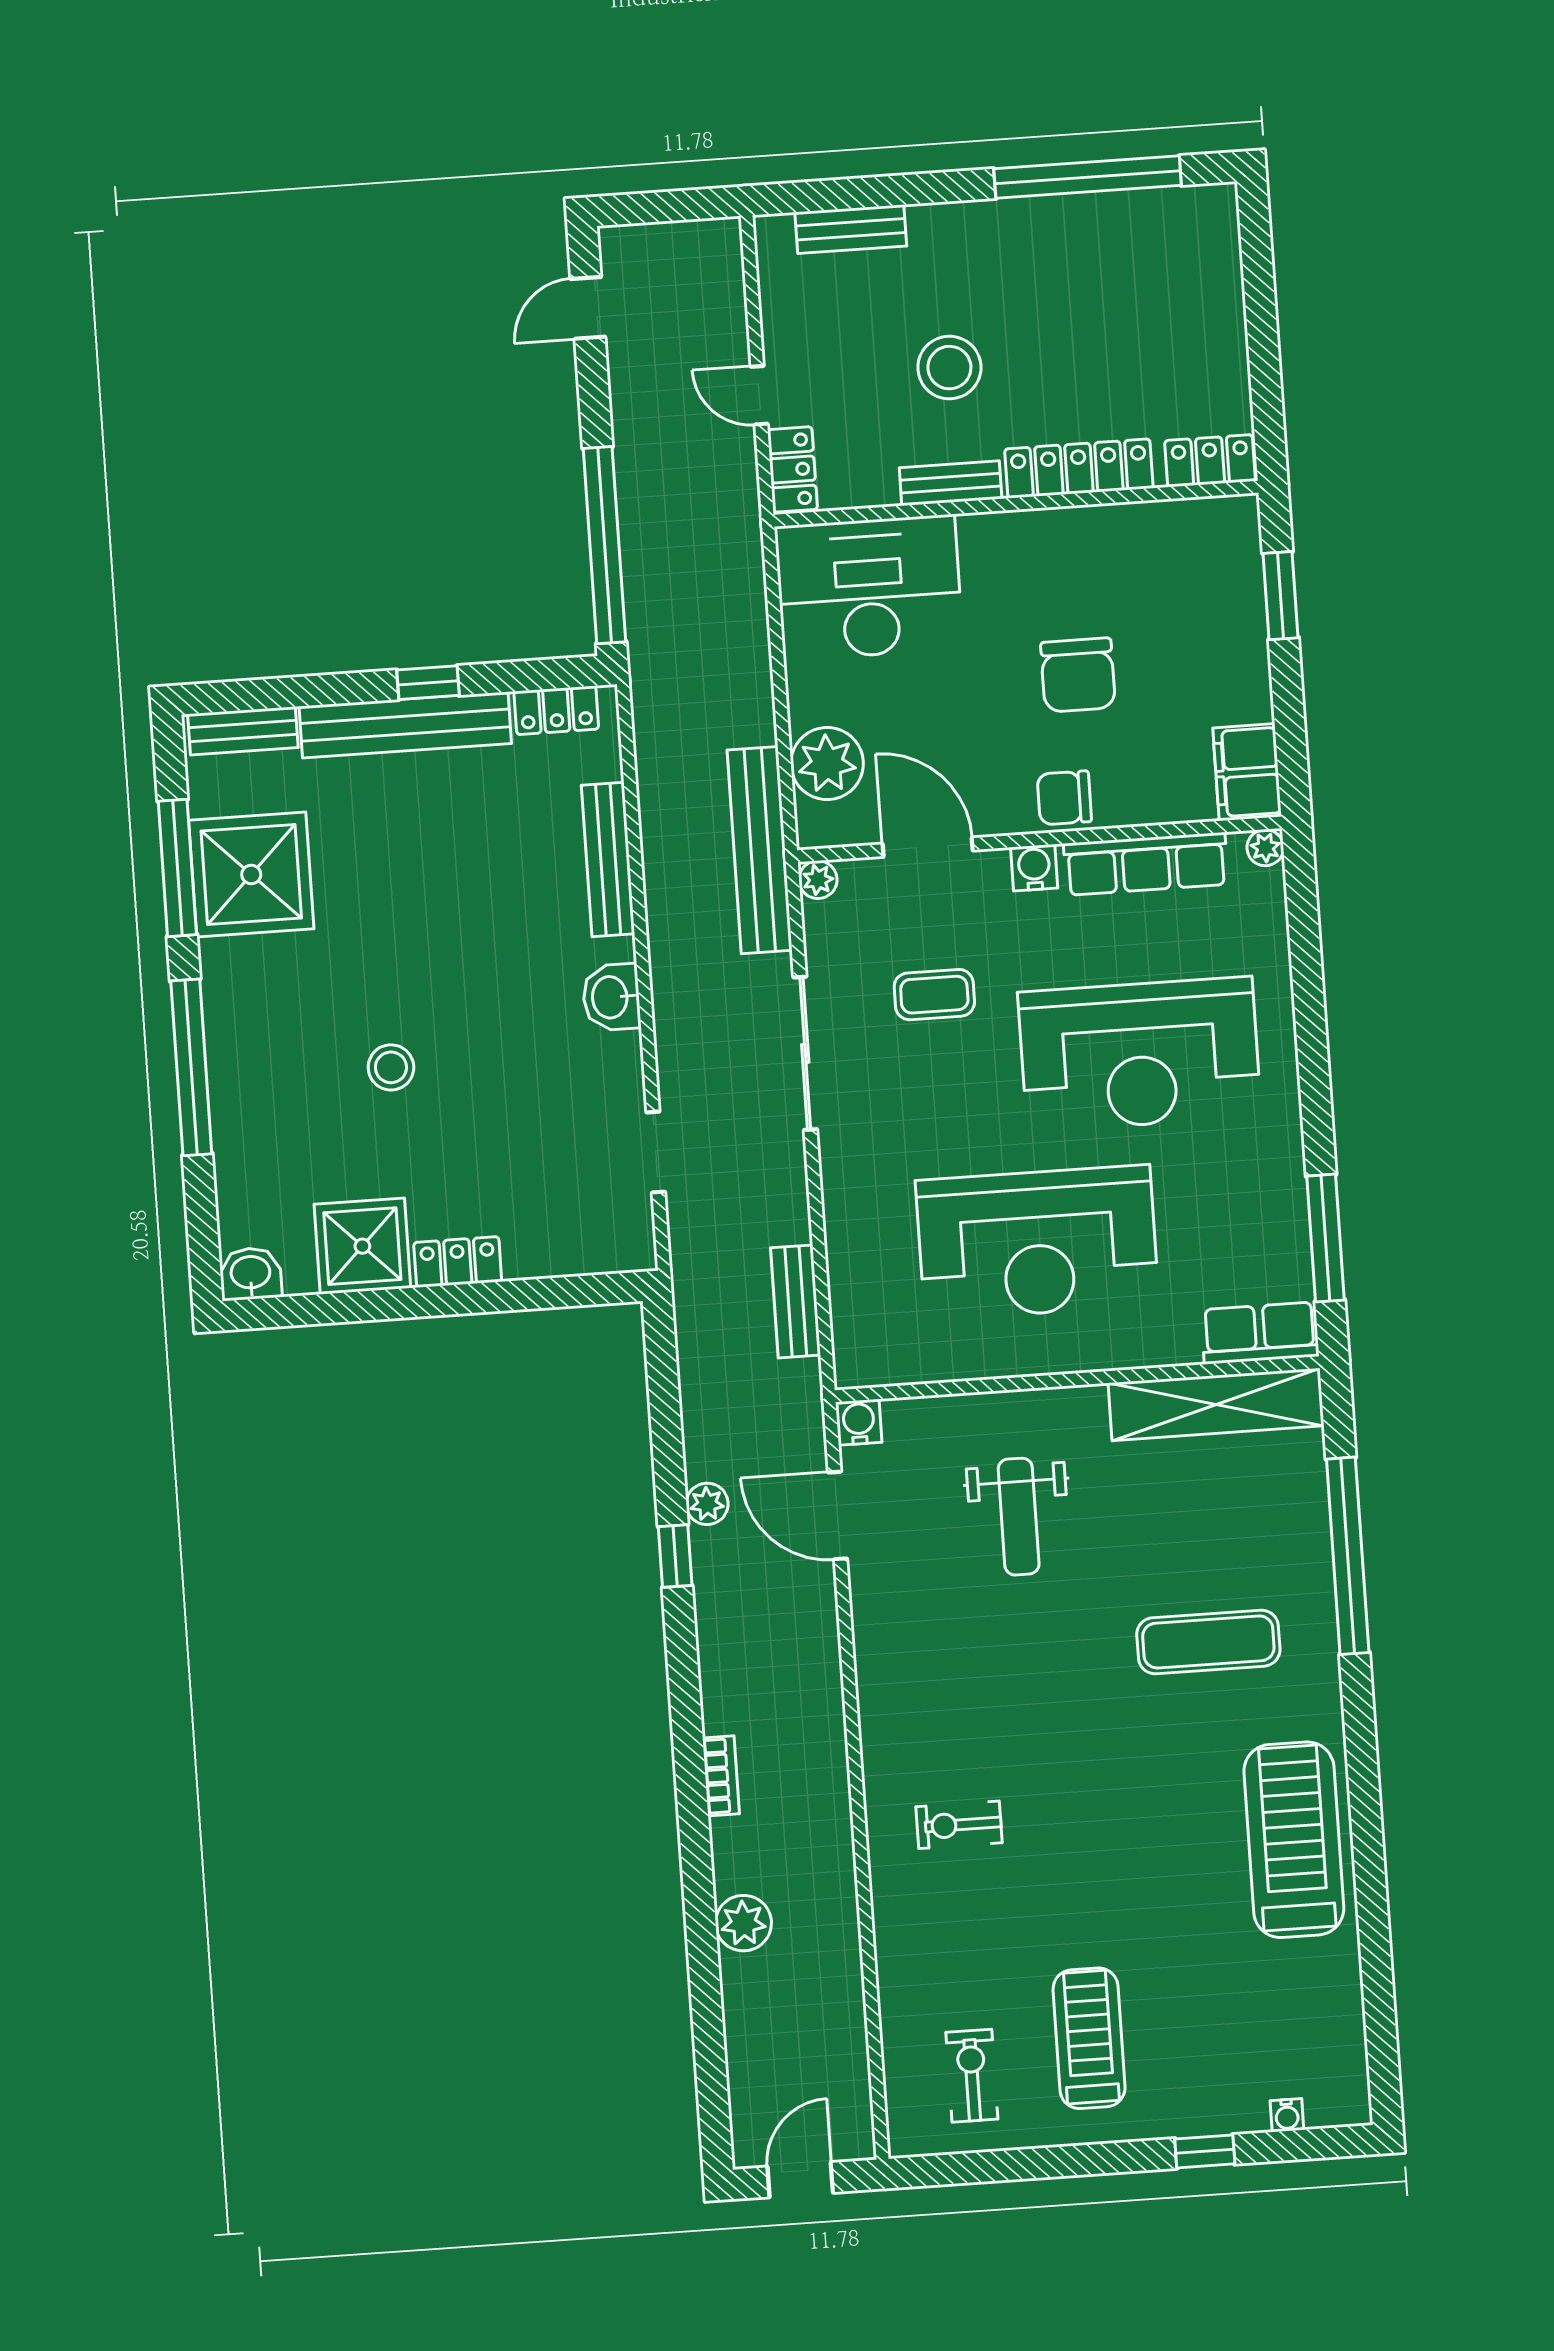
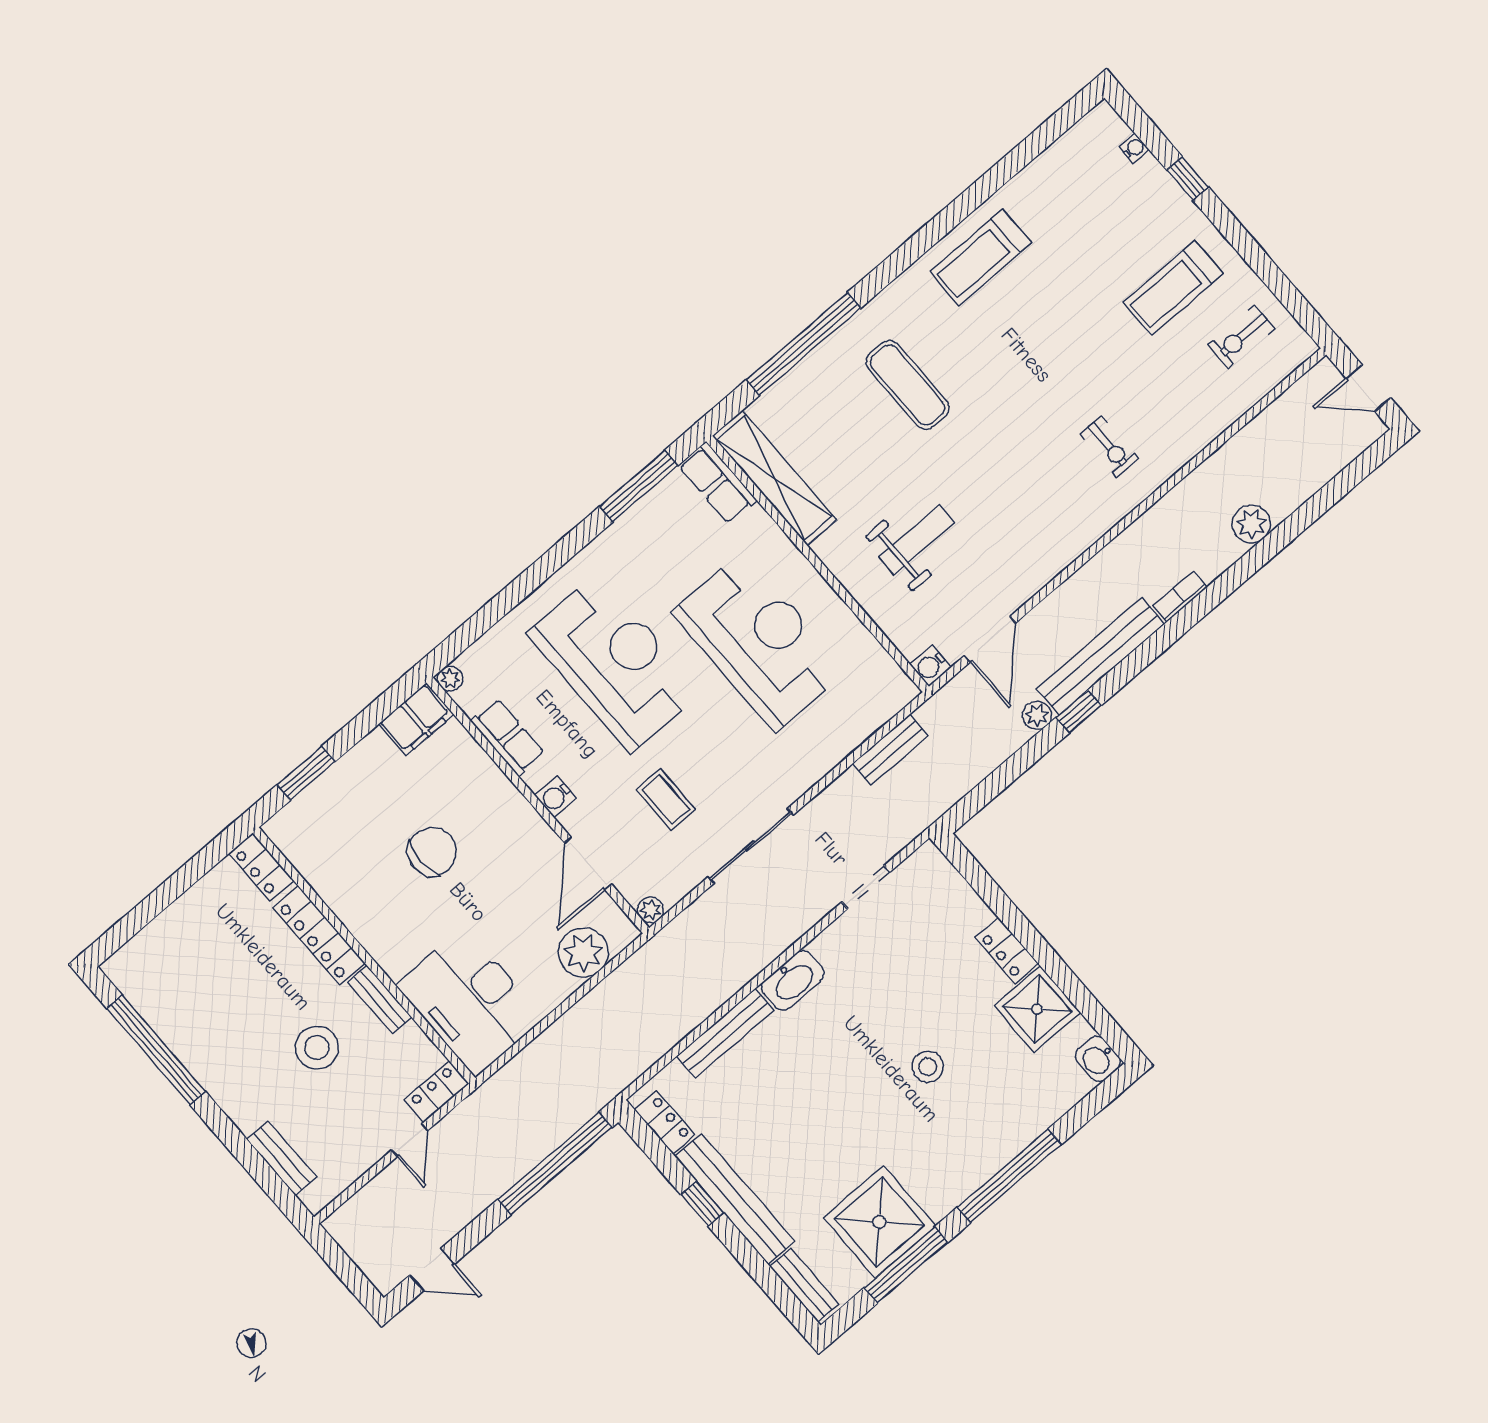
chair: (1064, 798) -> (505, 809), removed
bench: (760, 850) -> (1101, 656), moved
row of seats: (1146, 864) -> (508, 737), width x0.68
washbasin: (611, 997) -> (793, 980), width x1.38
treadmill: (1294, 1840) -> (981, 257), width x0.73, depth x0.73

